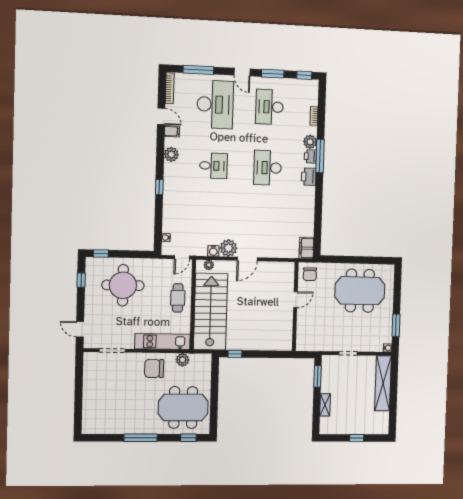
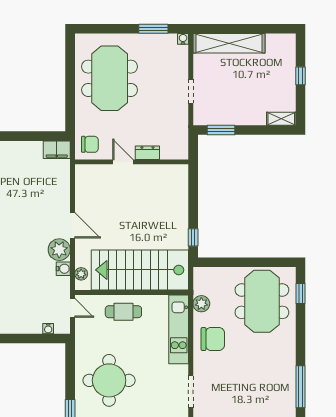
dresser: (302, 319) -> (147, 153), added
chair: (154, 368) -> (213, 339), turned -90
shelving: (325, 405) -> (281, 119), moved
window: (141, 438) -> (300, 387), moved

